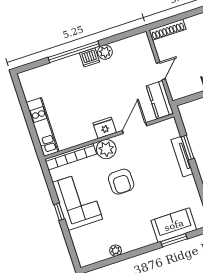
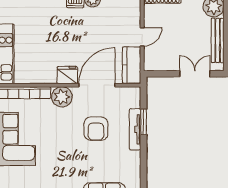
door: (134, 128) -> (97, 85), width x1.36
armchair: (121, 182) -> (96, 129), moved

